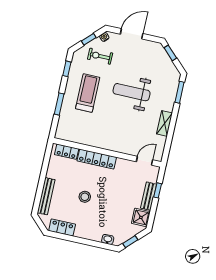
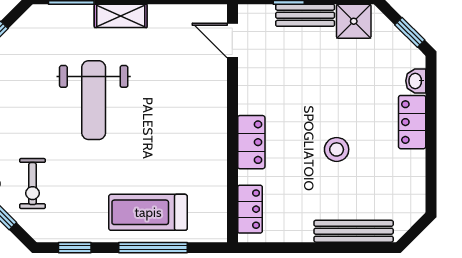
treadmill: (88, 93) -> (148, 212), moved
window: (59, 104) -> (153, 248), width x1.44
shelving: (164, 123) -> (121, 16), moved
locker: (97, 159) -> (251, 142), width x0.66
locker: (62, 228) -> (412, 122), moved

